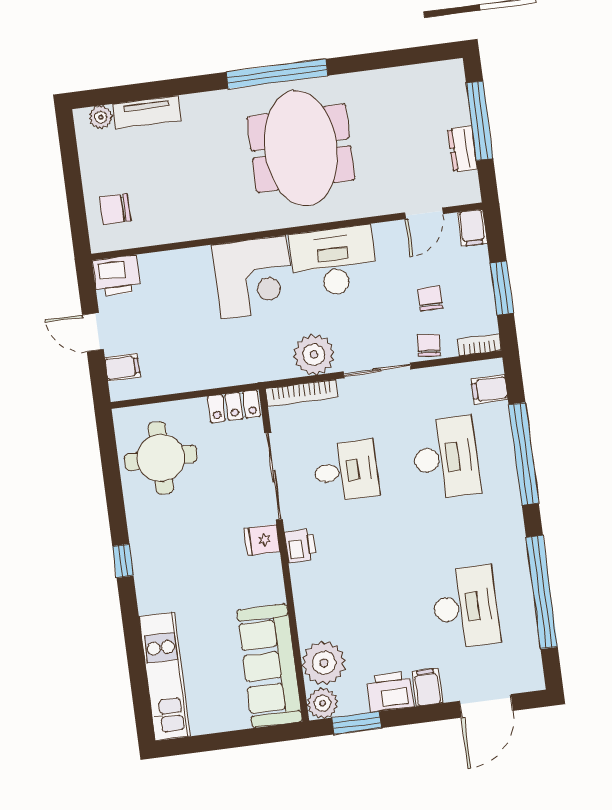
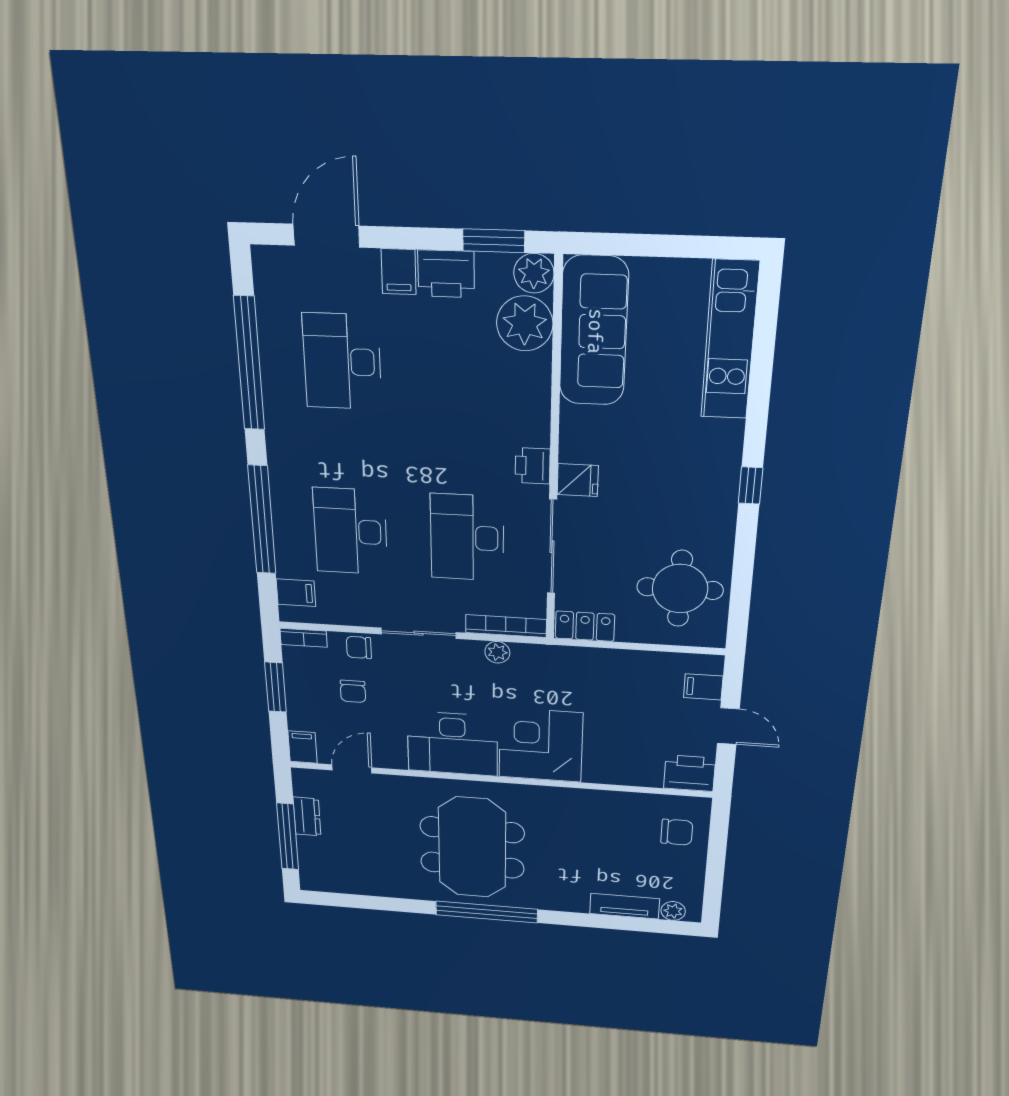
chair: (429, 345) -> (359, 647), turned 84
plant: (314, 355) -> (497, 652), width x0.53, depth x0.53
desk: (346, 471) -> (467, 538), width x1.37

